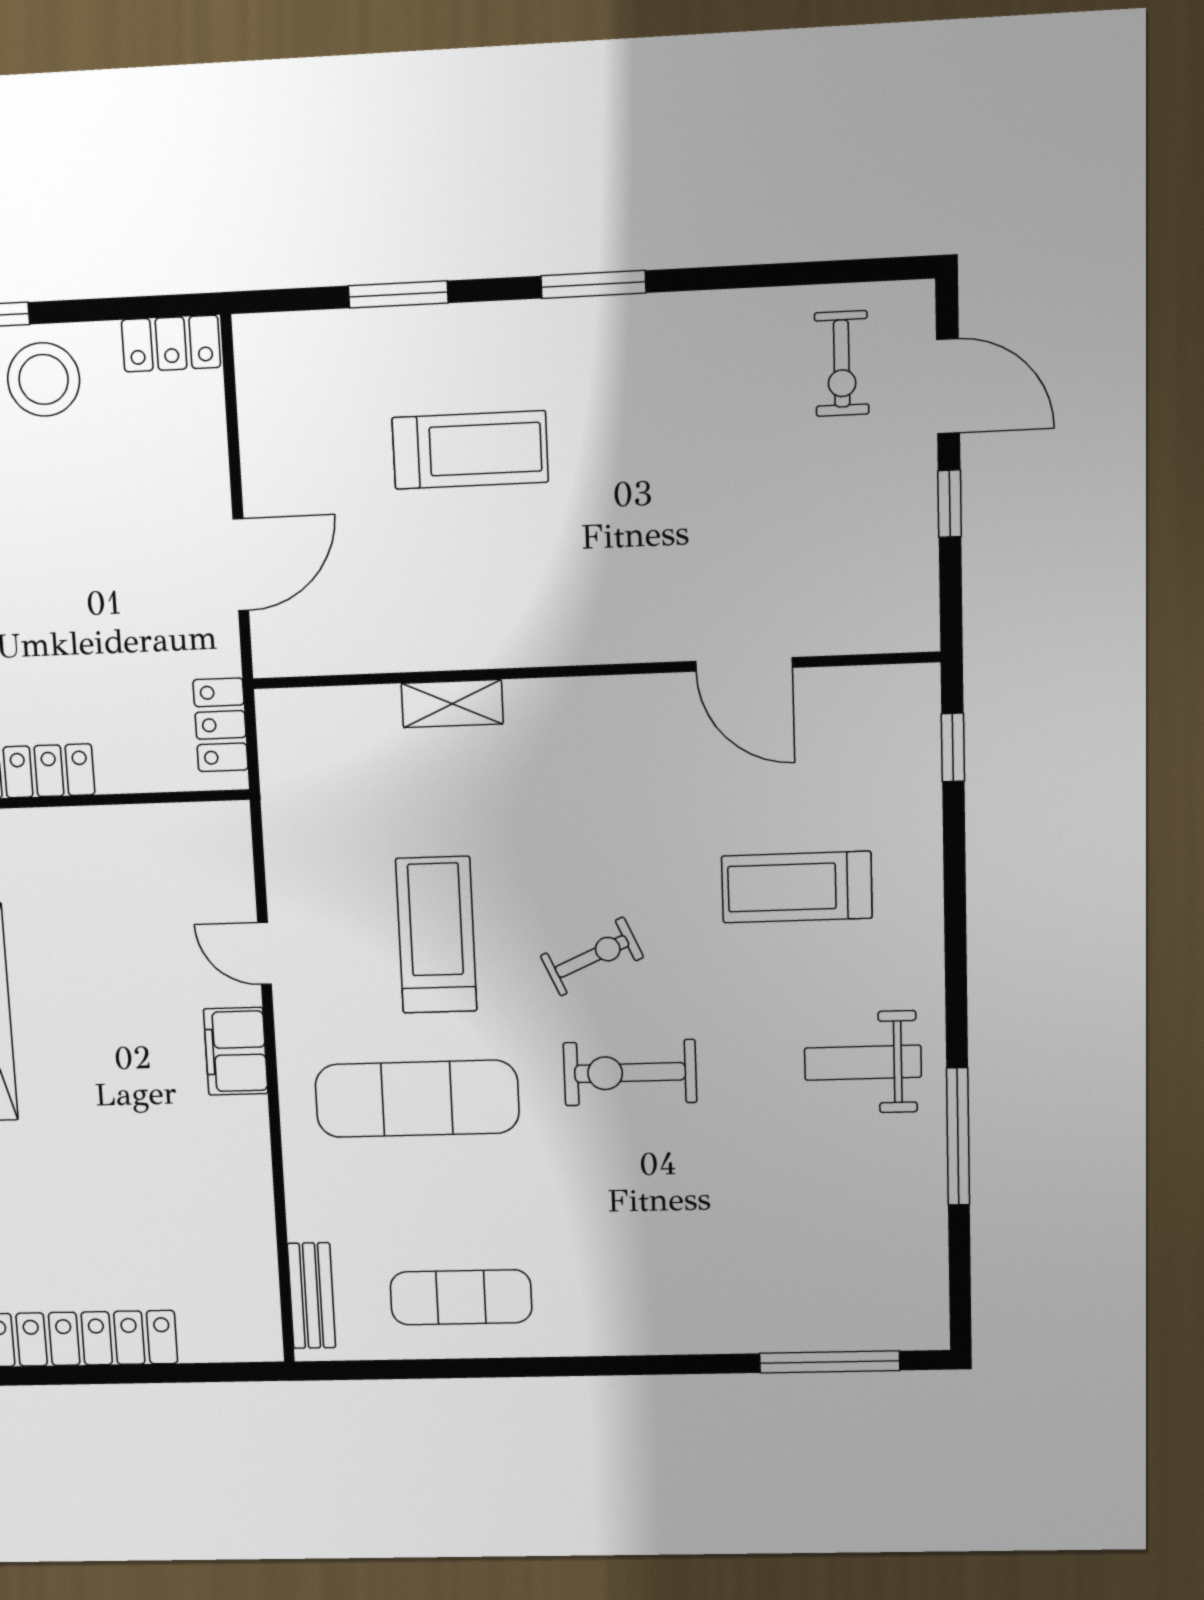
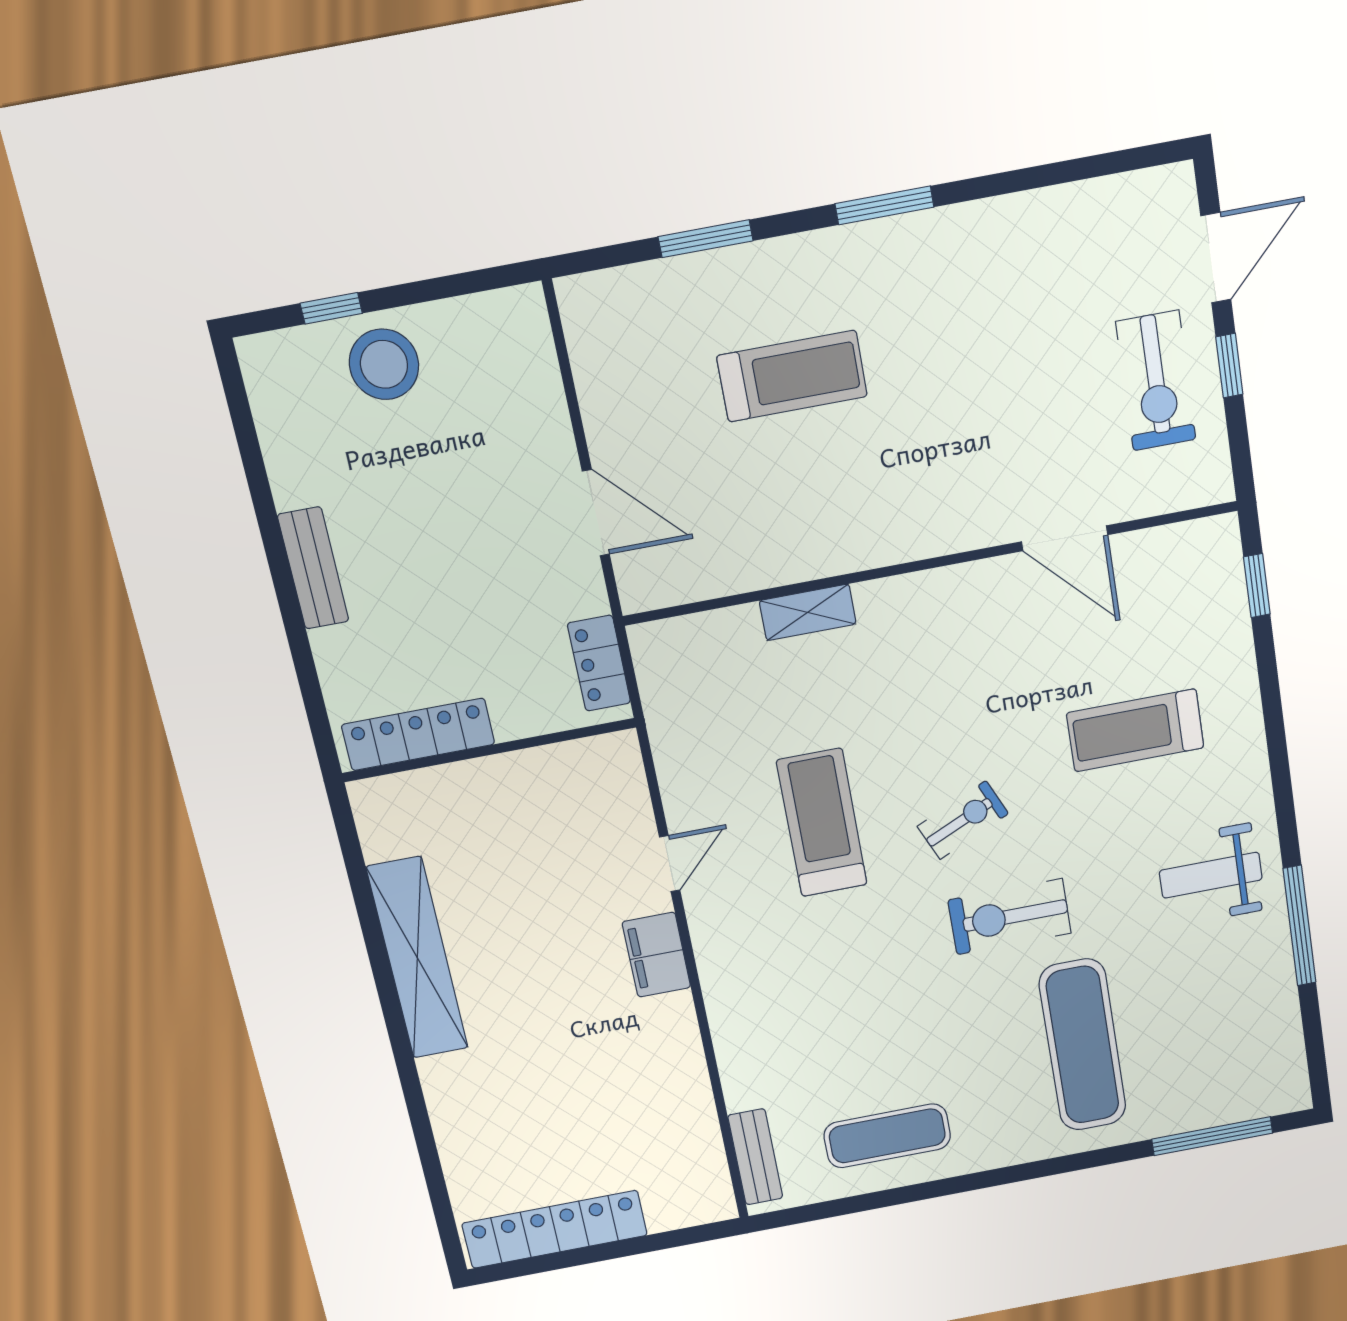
locker: (171, 344) -> (499, 314), removed
exercise bike: (842, 364) -> (1156, 381), moved, width x1.38, depth x1.39
door: (948, 386) -> (1216, 258), hinge flipped
door: (241, 565) -> (596, 513), hinge flipped
door: (264, 953) -> (670, 864), swing flipped
exercise mat: (417, 1099) -> (1083, 1045), moved, turned 90

